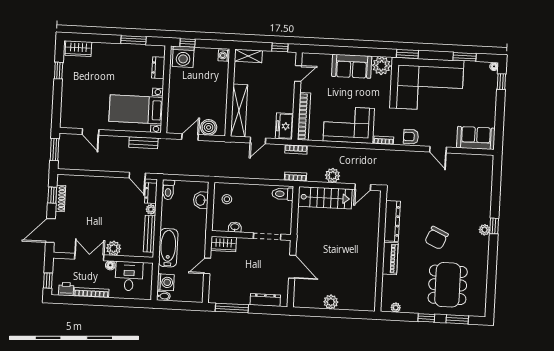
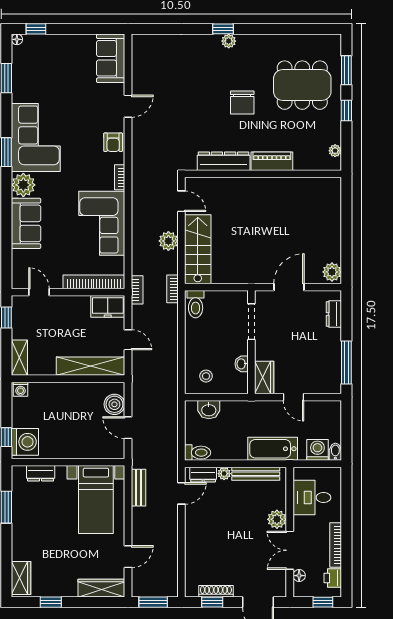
corner sofa: (427, 84) -> (36, 138), width x0.73, depth x0.74
wardrobe: (67, 110) -> (101, 588), added
chair: (437, 238) -> (242, 102), turned 66
floor lamp: (110, 265) -> (299, 576), moved
dresser: (265, 300) -> (334, 314), width x0.70
plant: (331, 302) -> (332, 272), moved

